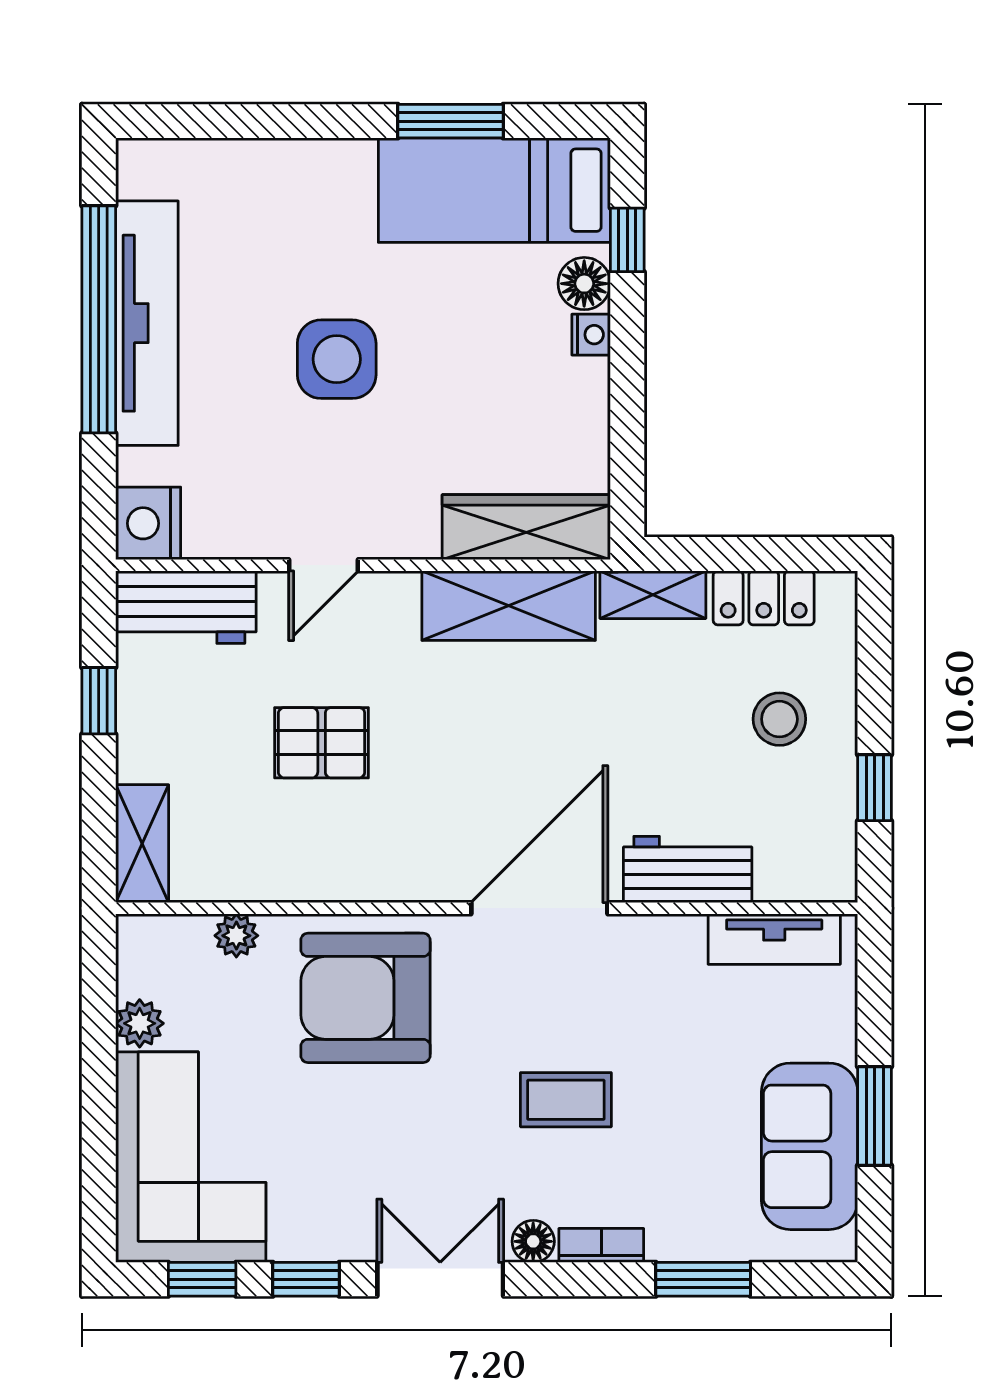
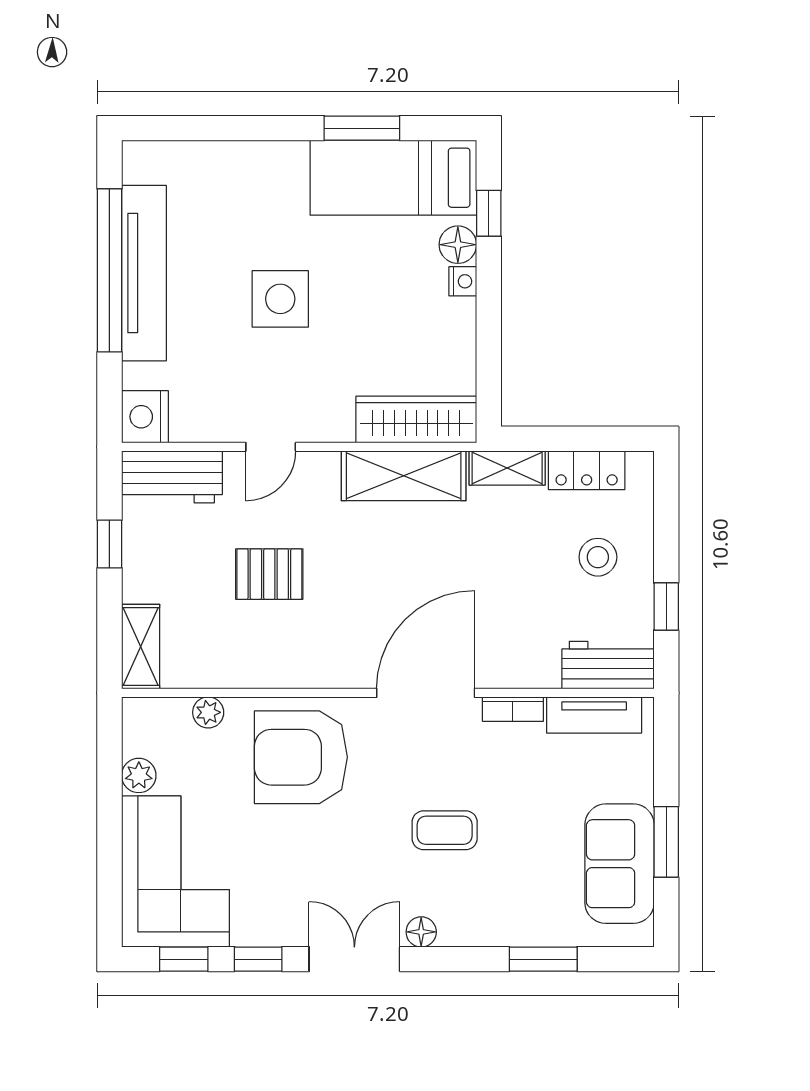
workbench: (688, 869) -> (608, 665), moved
bookcase: (601, 1245) -> (513, 709), moved, turned 180

